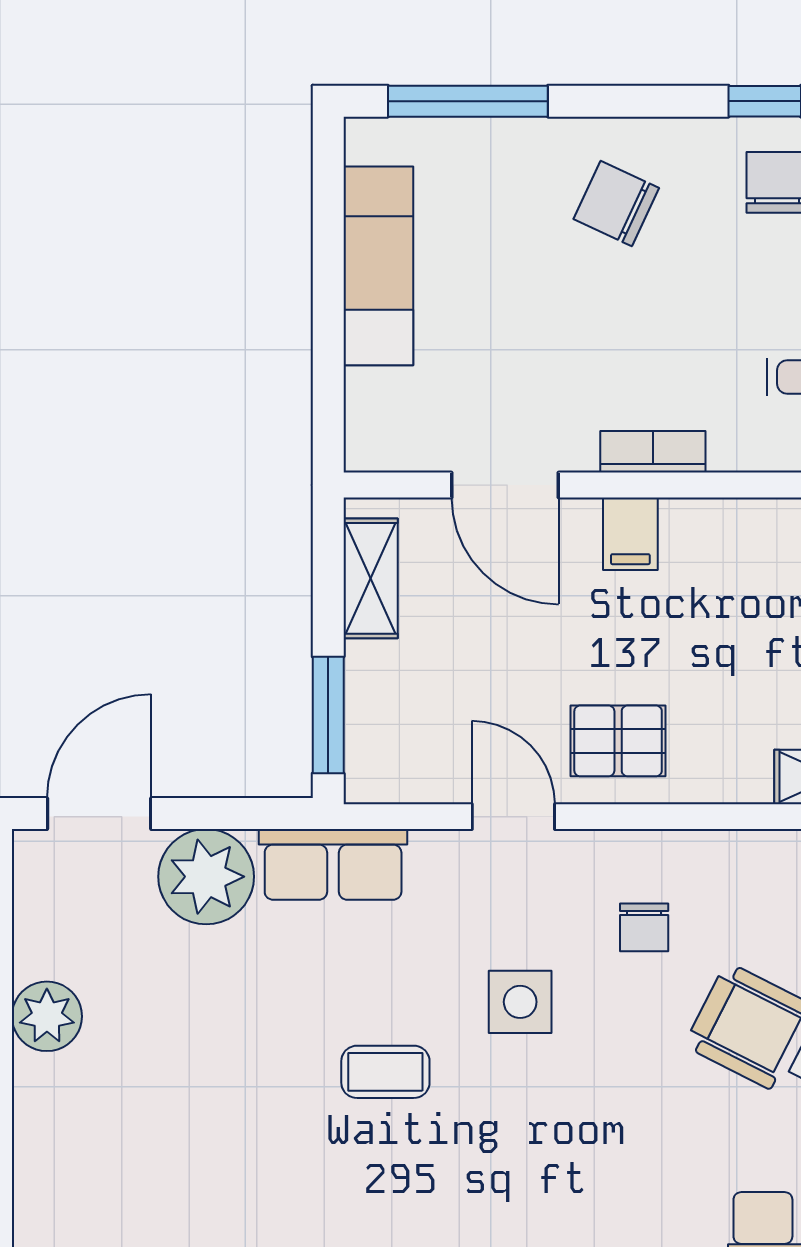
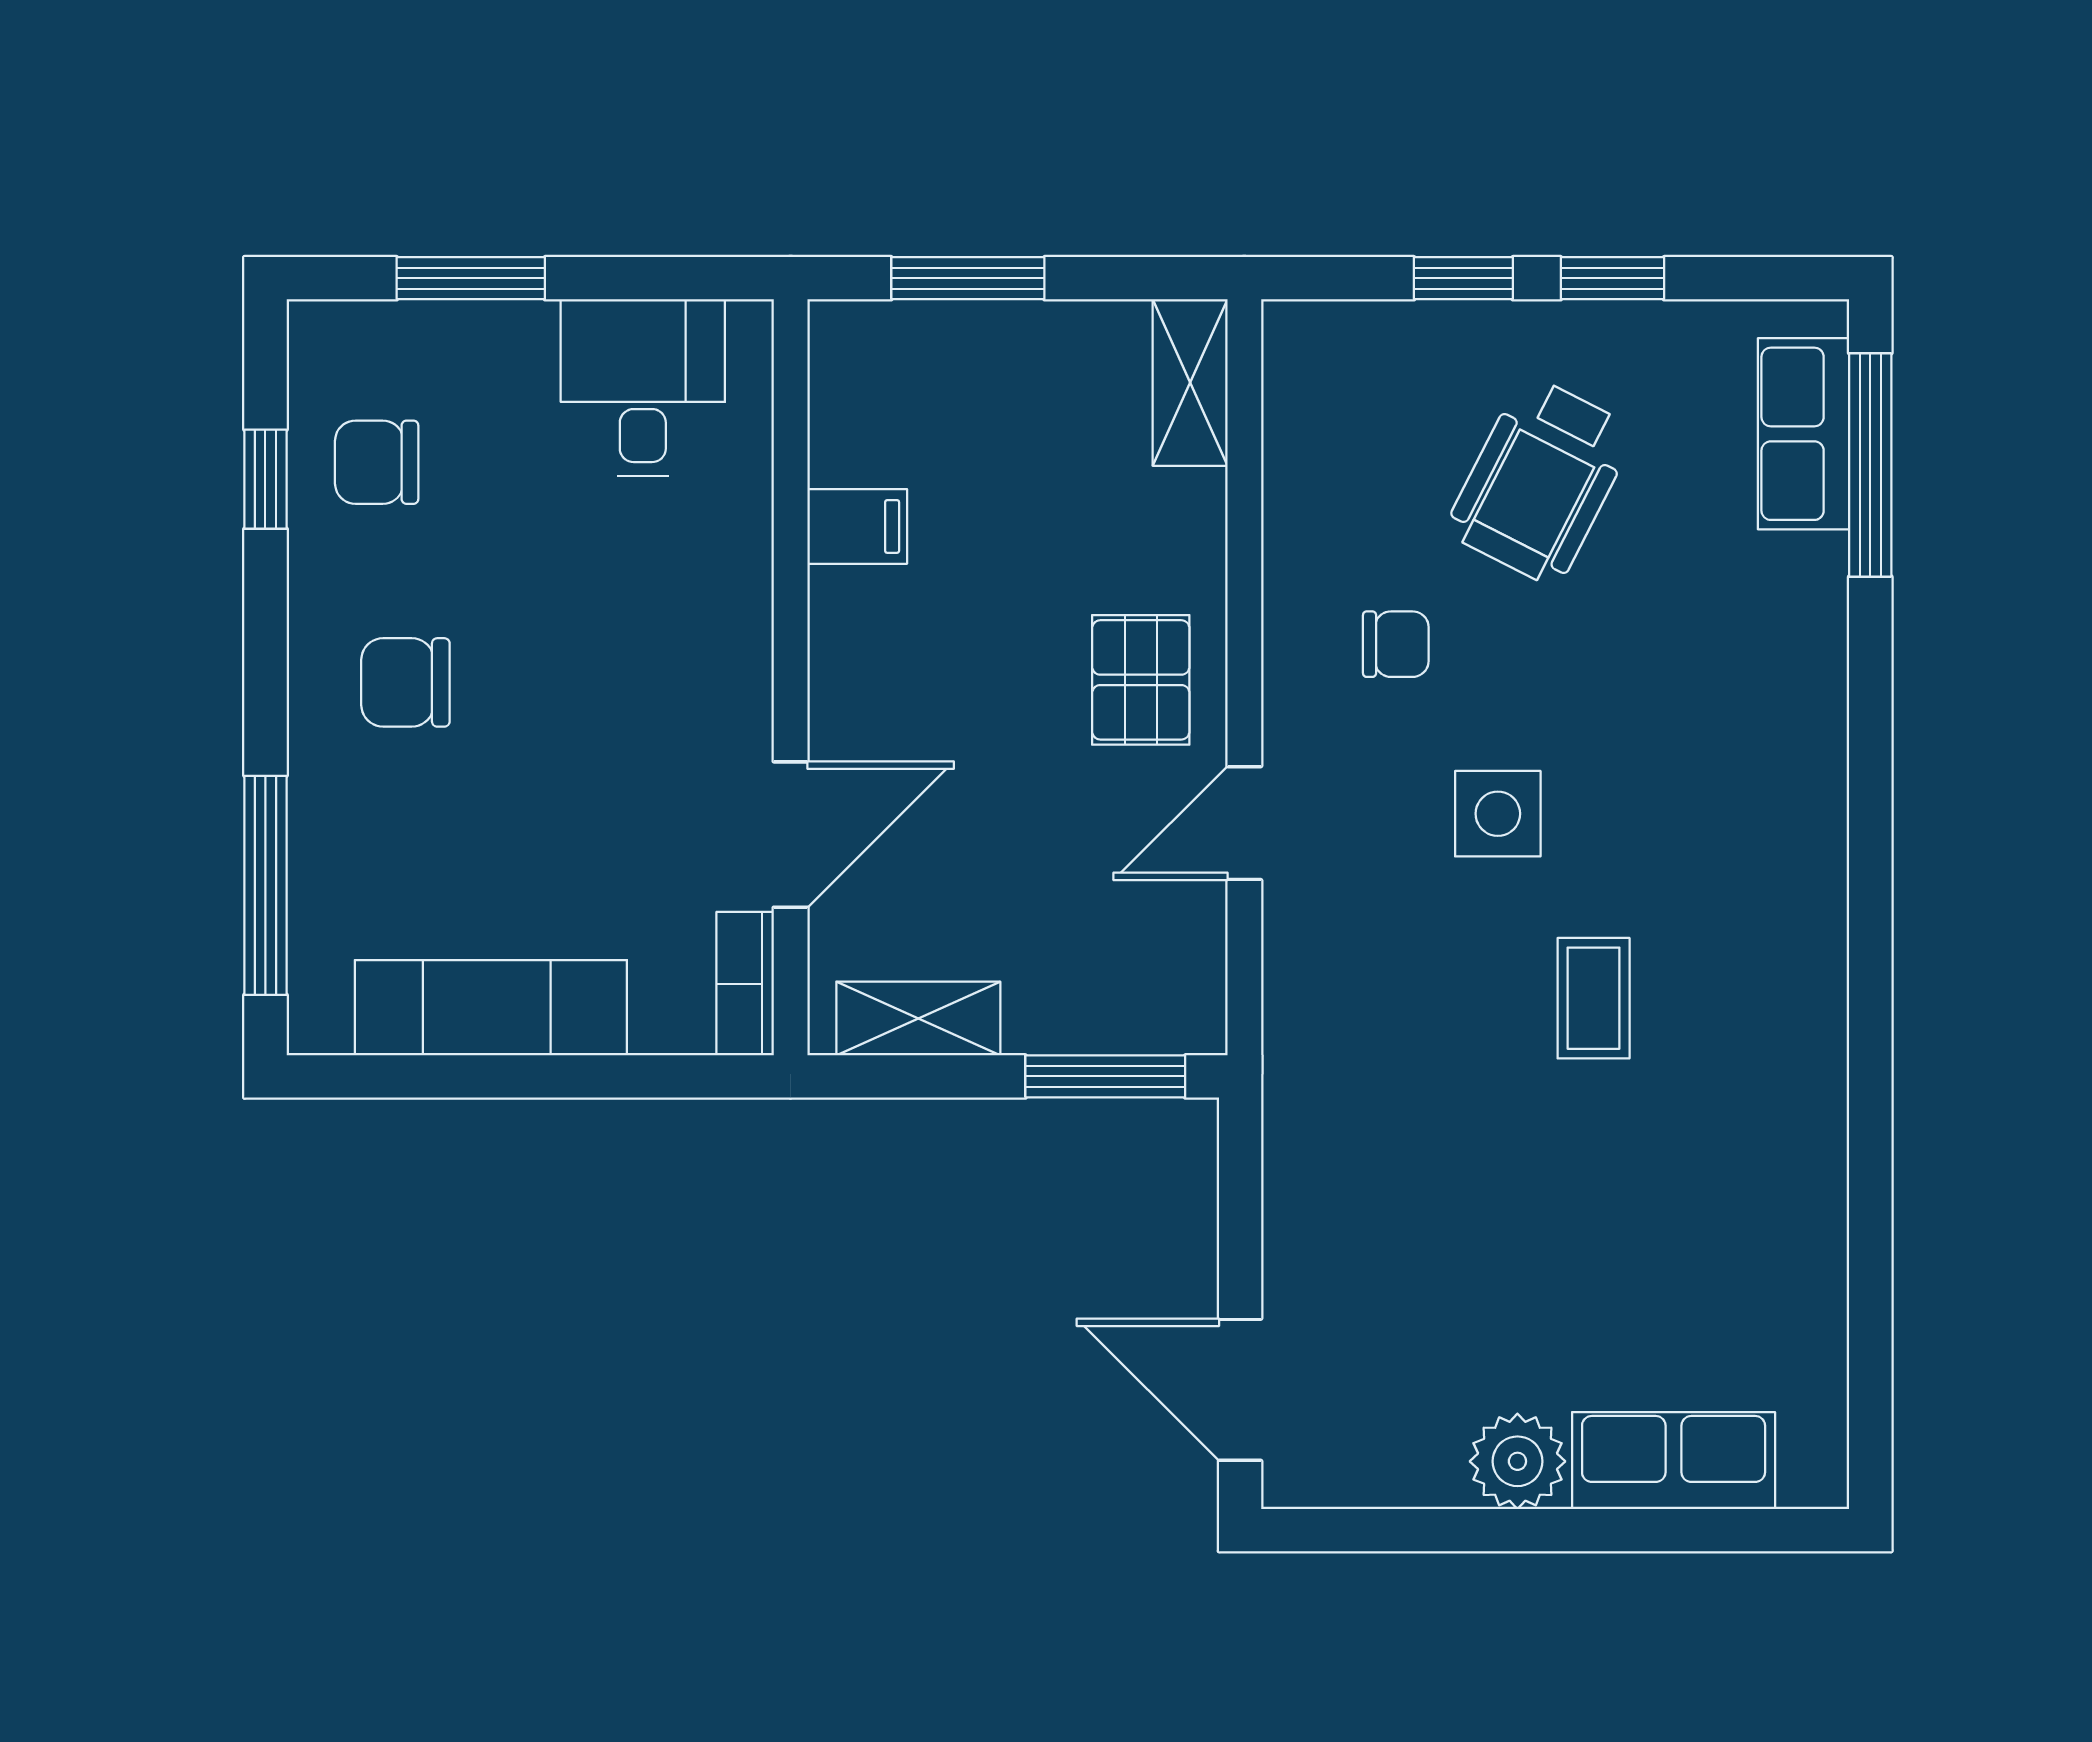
chair: (616, 203) -> (405, 682), turned 65
bookcase: (653, 452) -> (745, 984), moved
filing cabinet: (630, 534) -> (857, 526), moved
row of seats: (333, 864) -> (1674, 1461), moved, turned -90
plant: (206, 877) -> (1327, 1243), removed

